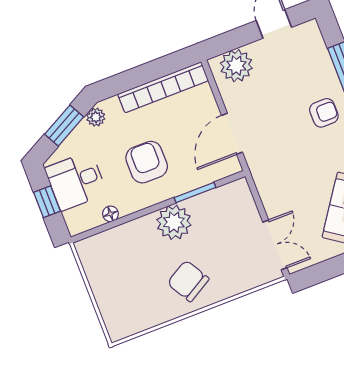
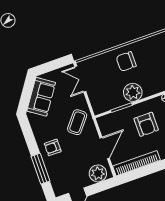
door: (232, 134) -> (105, 148), moved
coffee table: (279, 162) -> (77, 122), added
chair: (188, 281) -> (126, 61), turned 120

